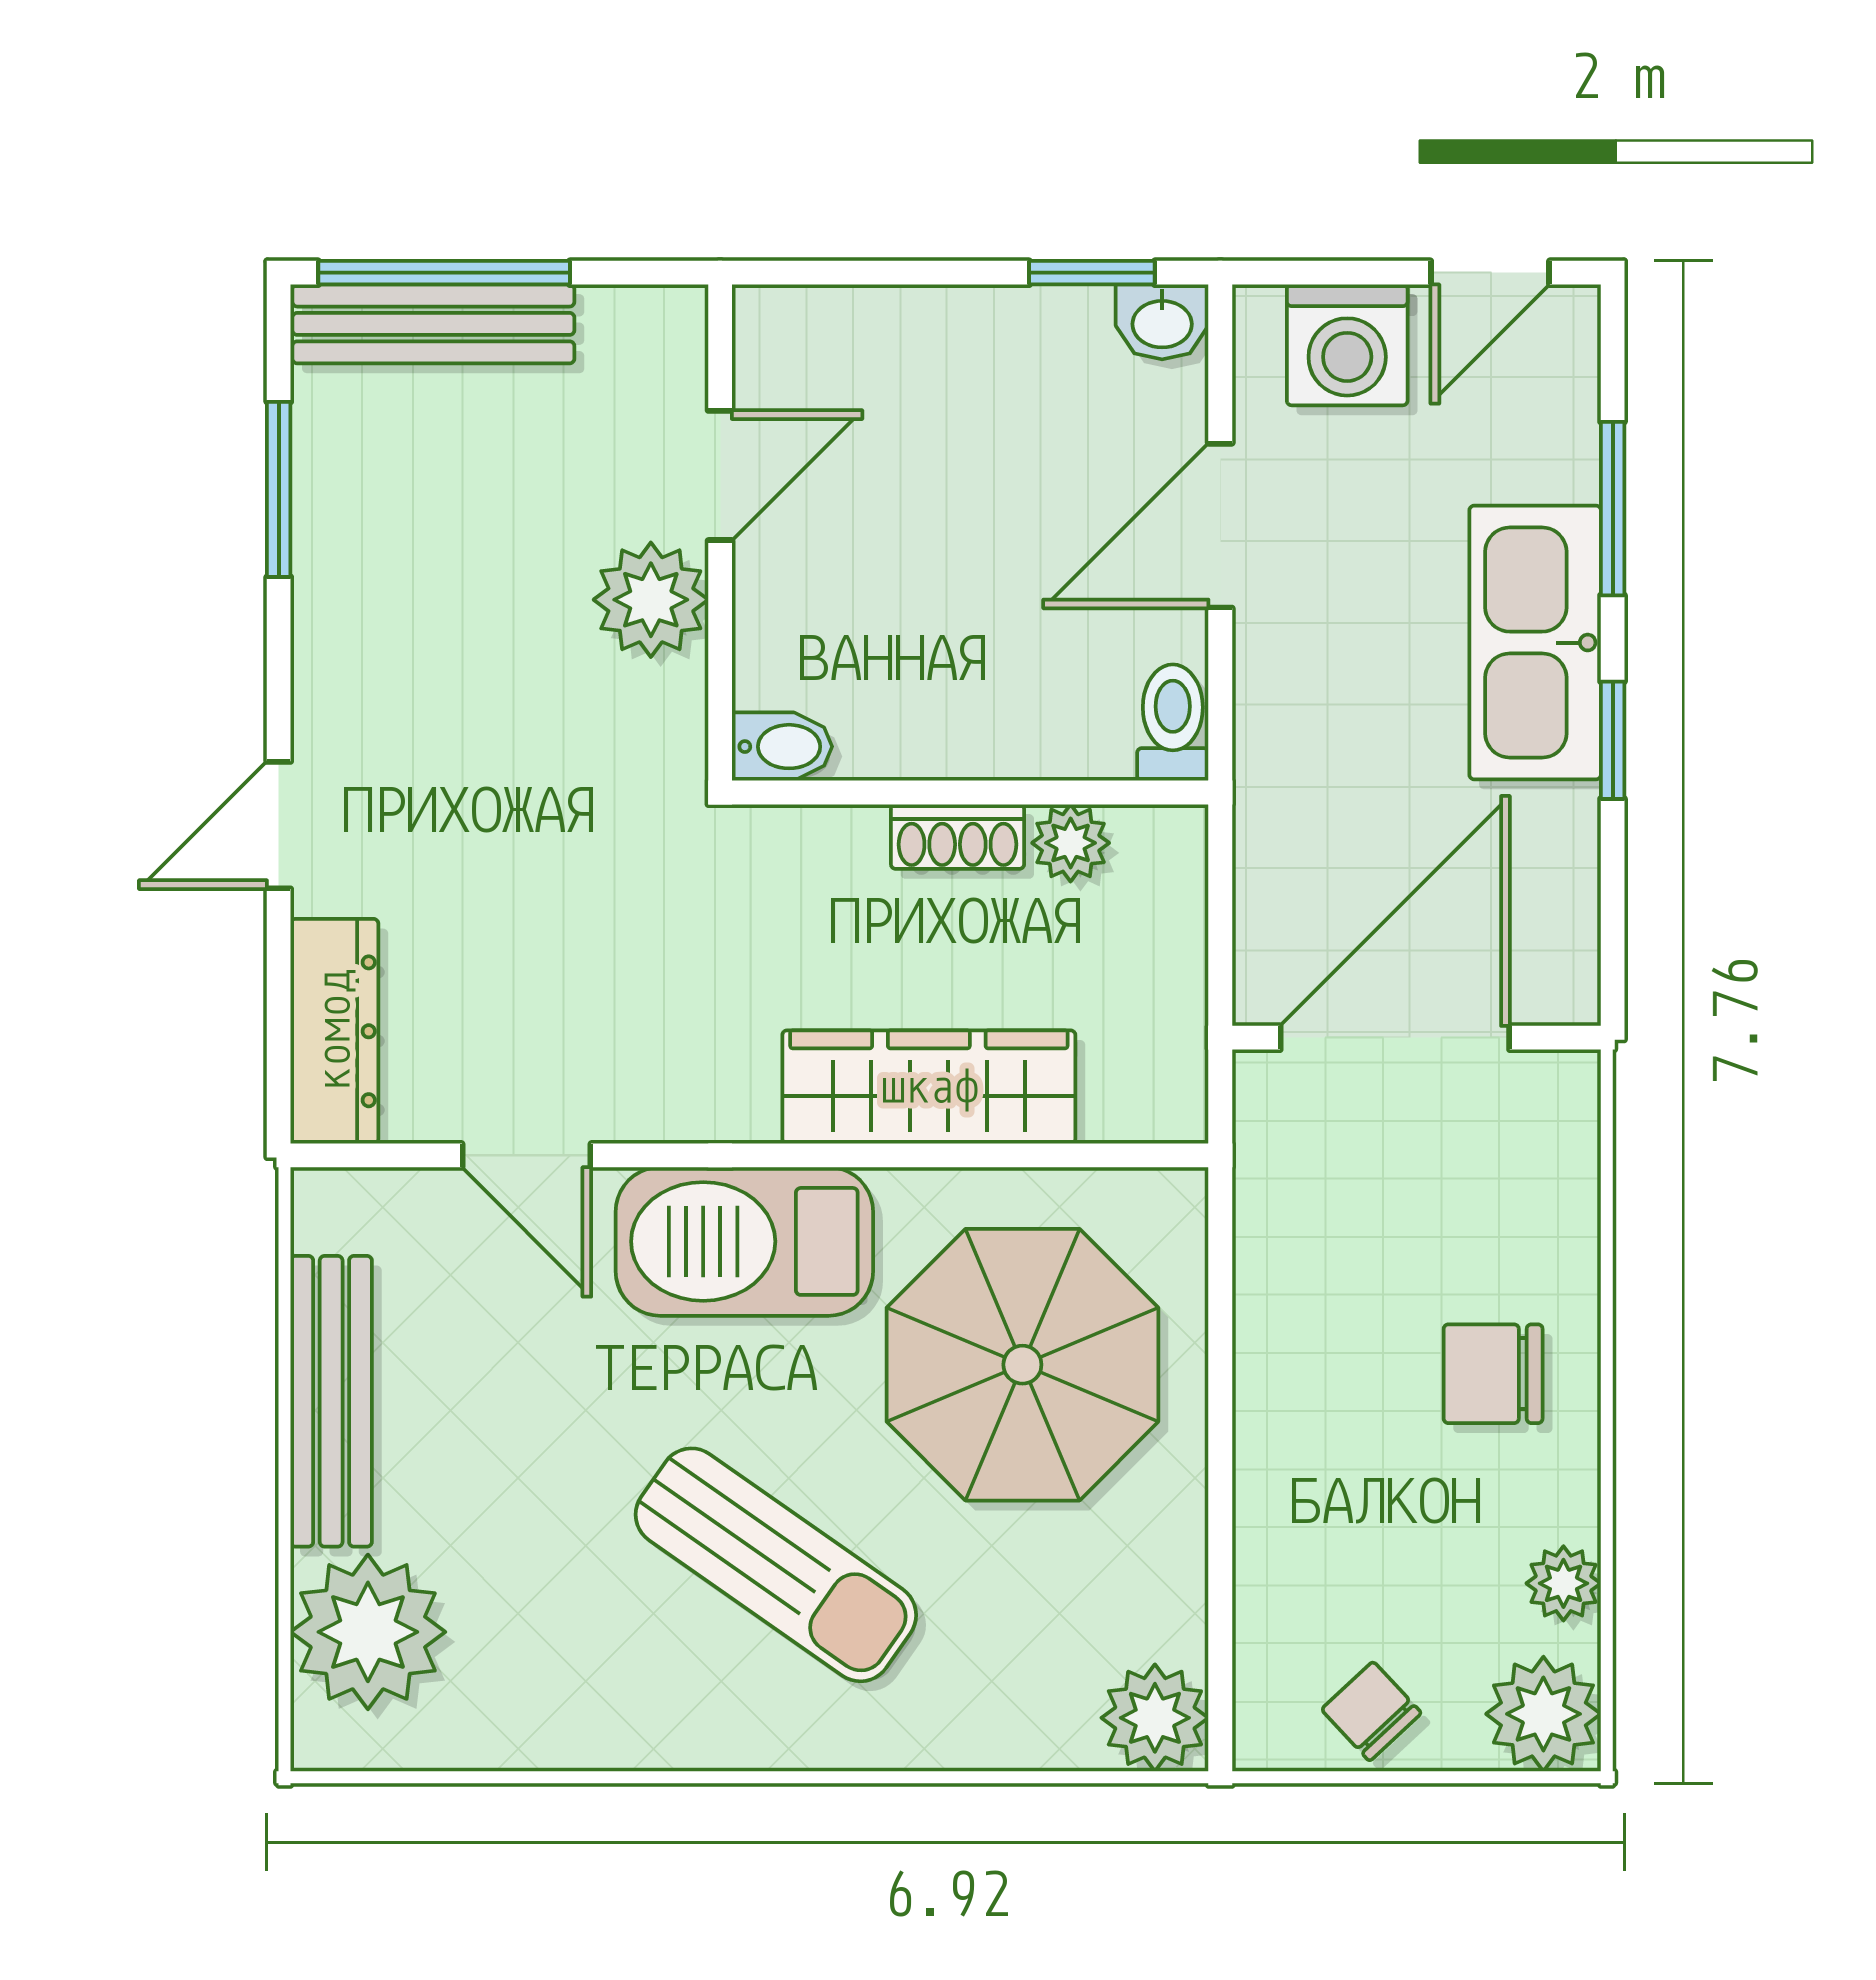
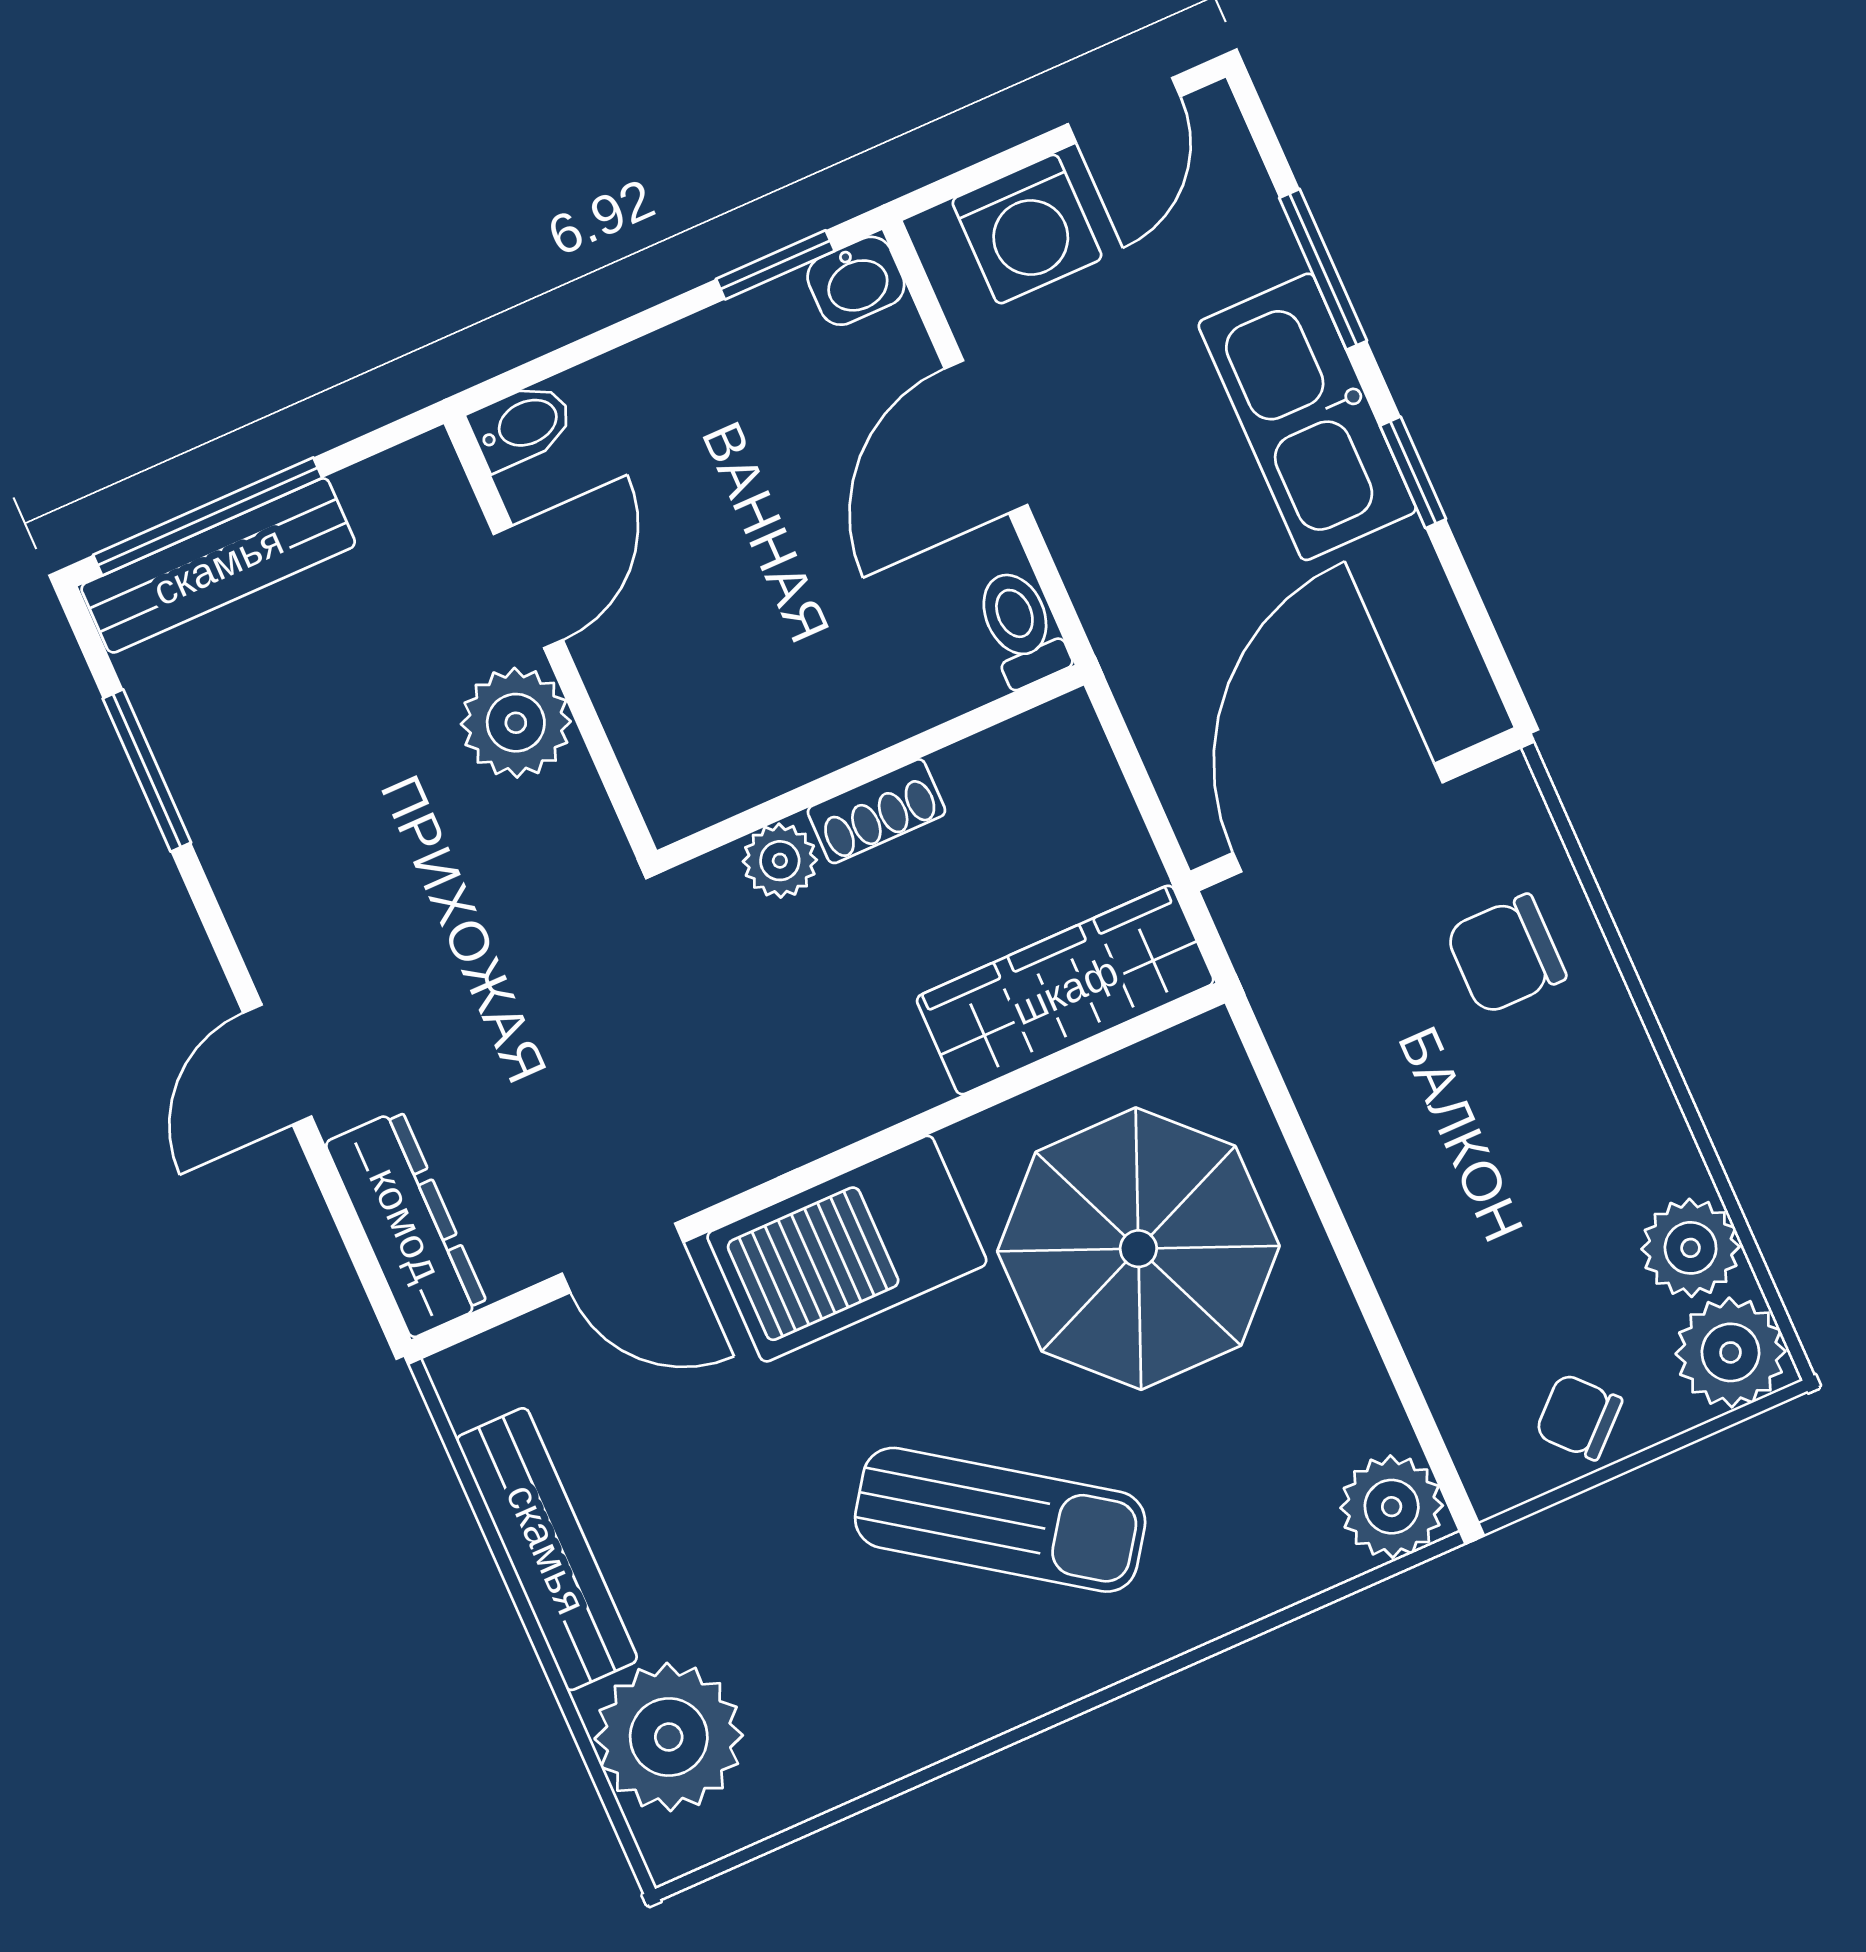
bidet: (782, 747) -> (522, 425), moved
plant: (1071, 843) -> (780, 861), moved
wardrobe: (929, 1087) -> (1065, 990), moved
chair: (1493, 1374) -> (1506, 954), moved
plant: (1563, 1583) -> (1691, 1248), width x1.38, depth x1.38

